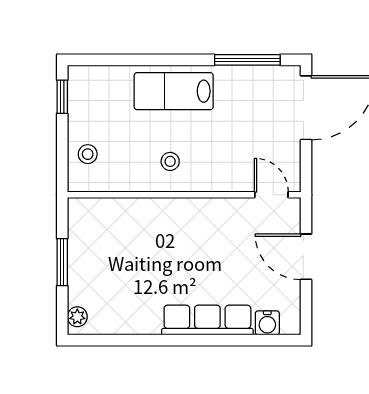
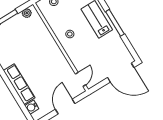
window: (247, 60) -> (115, 23), moved
plant: (78, 221) -> (27, 13), added

